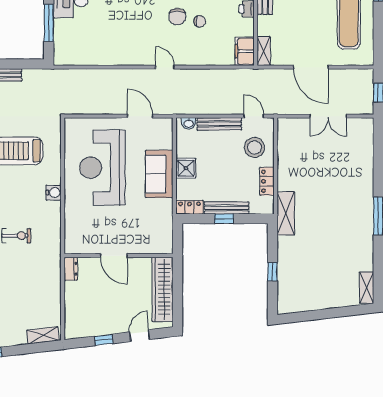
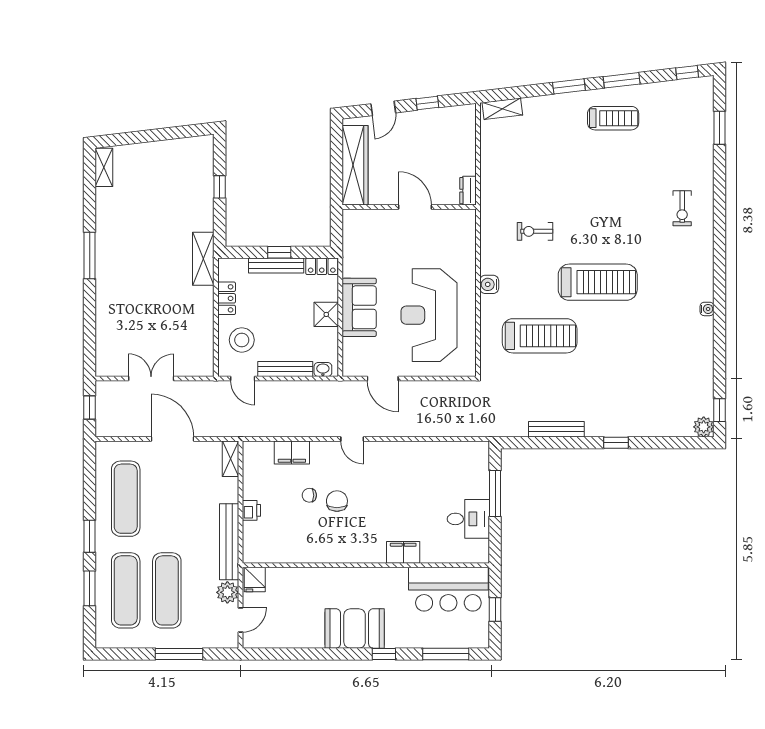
filing cabinet: (245, 51) -> (292, 453), moved, turned 90
reception desk: (102, 168) -> (429, 315), turned 180

